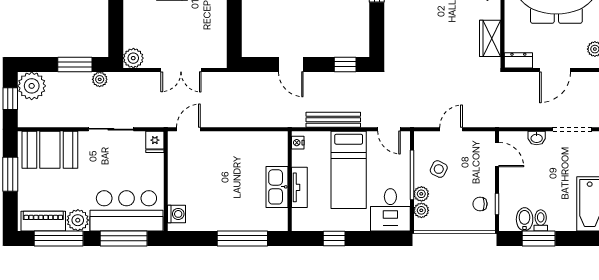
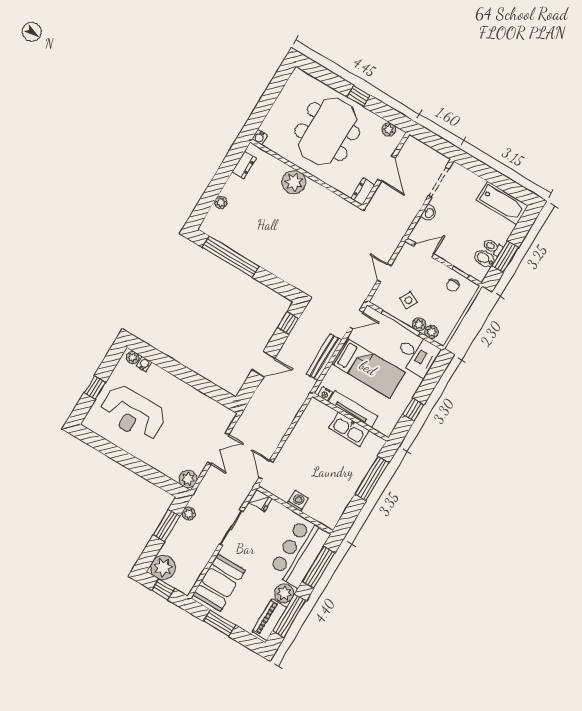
wardrobe: (490, 38) -> (334, 203), removed
tv unit: (299, 187) -> (353, 409), width x1.41
washing machine: (176, 214) -> (298, 501), moved

